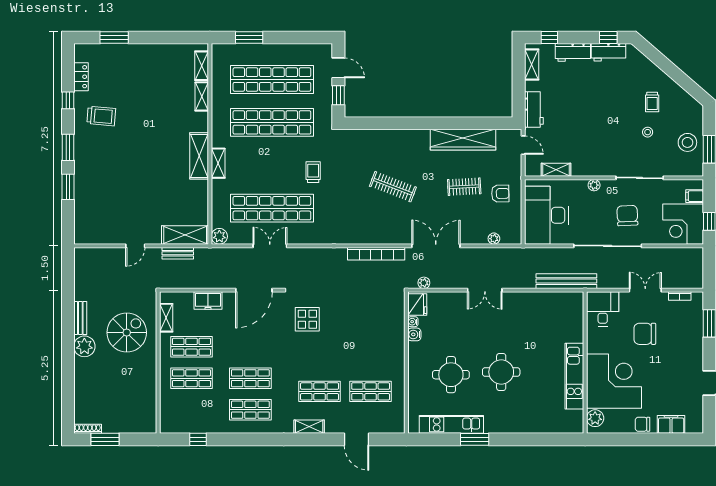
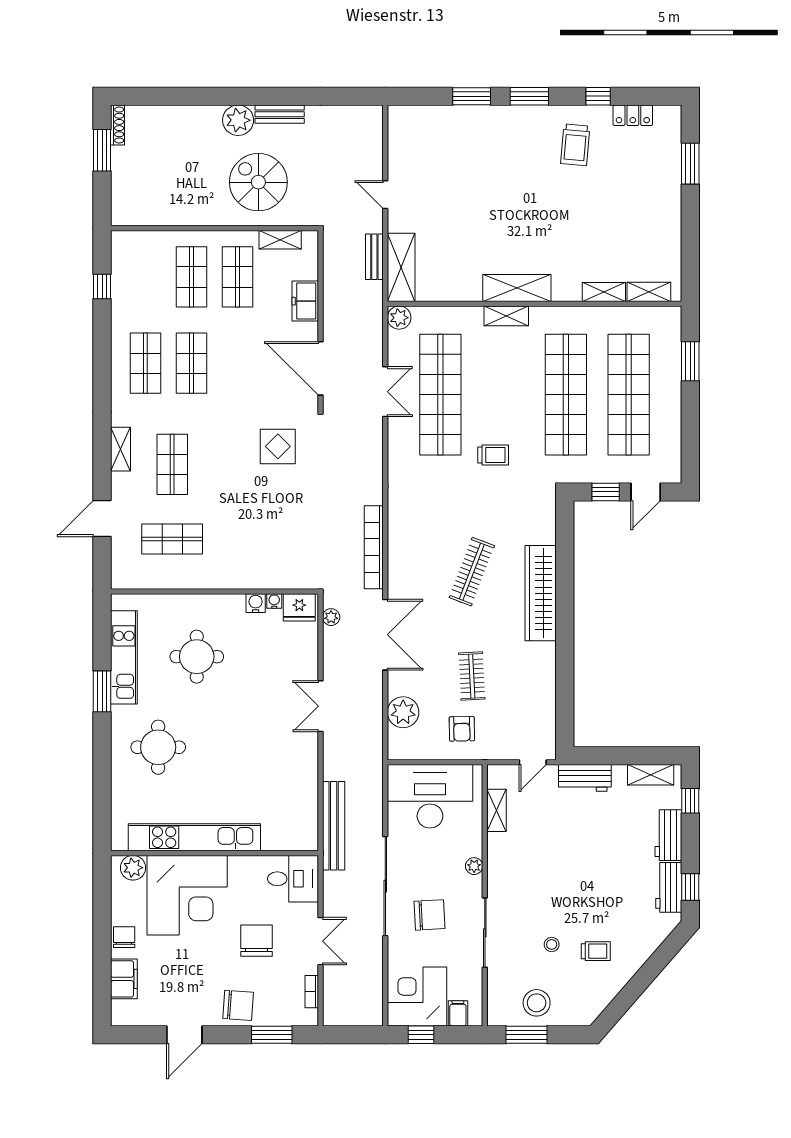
trolley: (652, 102) -> (596, 951), turned 180
wardrobe: (463, 140) -> (541, 593), moved
plant: (494, 239) -> (403, 712), width x1.87, depth x1.87
spiral stairs: (127, 333) -> (258, 182), turned 180
chair: (689, 346) -> (238, 1005), added
round table: (501, 372) -> (158, 747), moved
kitchen unit: (574, 376) -> (194, 837), width x1.36
shop shelf: (371, 391) -> (172, 539), turned 90

